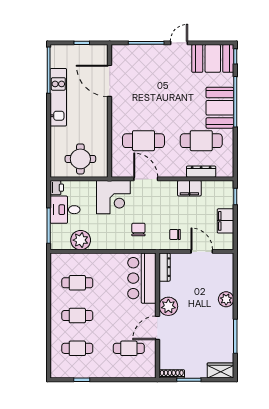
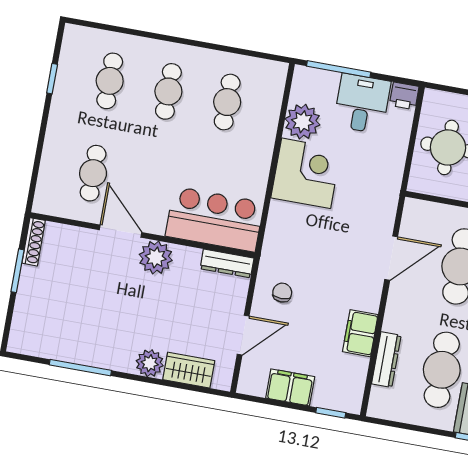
corner desk: (113, 197) -> (306, 173), moved, turned 180
chair: (138, 230) -> (303, 229), removed
wardrobe: (220, 371) -> (189, 370), moved, turned -90

